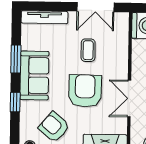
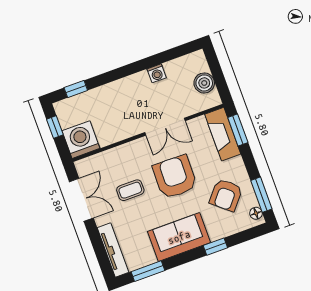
window: (16, 59) -> (148, 271), moved
armchair: (85, 91) -> (175, 177), turned 90

